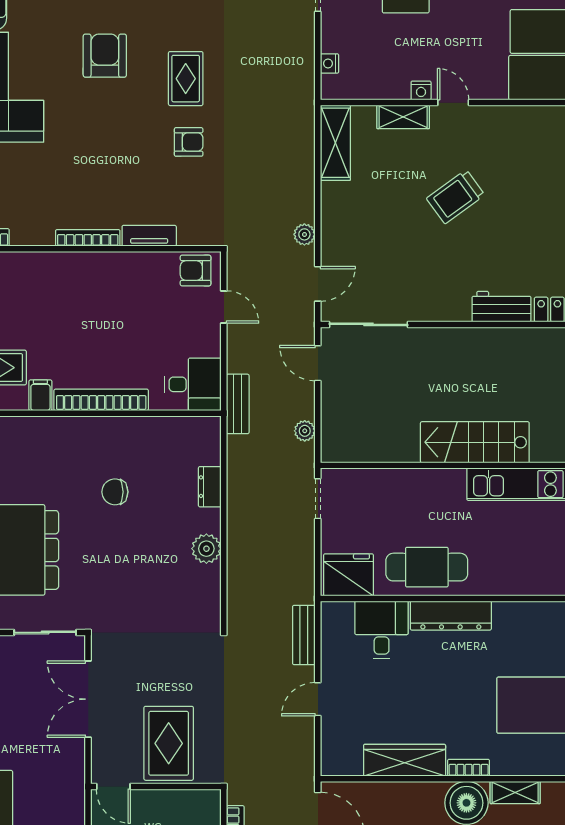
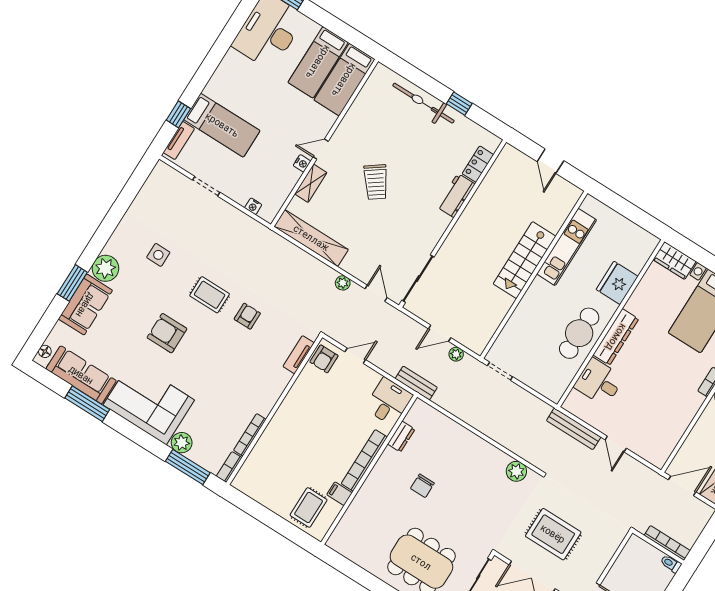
shelving: (335, 143) -> (311, 238), width x1.47
tv unit: (149, 236) -> (299, 355), moved
bookcase: (88, 238) -> (250, 435), moved
door: (318, 363) -> (440, 333), moved
dresser: (210, 487) -> (401, 437), moved, turned -90
plant: (206, 549) -> (516, 471), moved
fridge: (349, 575) -> (617, 283), moved
bench: (304, 635) -> (574, 429), width x1.36
rug: (169, 743) -> (553, 534), moved
wardrobe: (405, 760) -> (682, 416), removed

